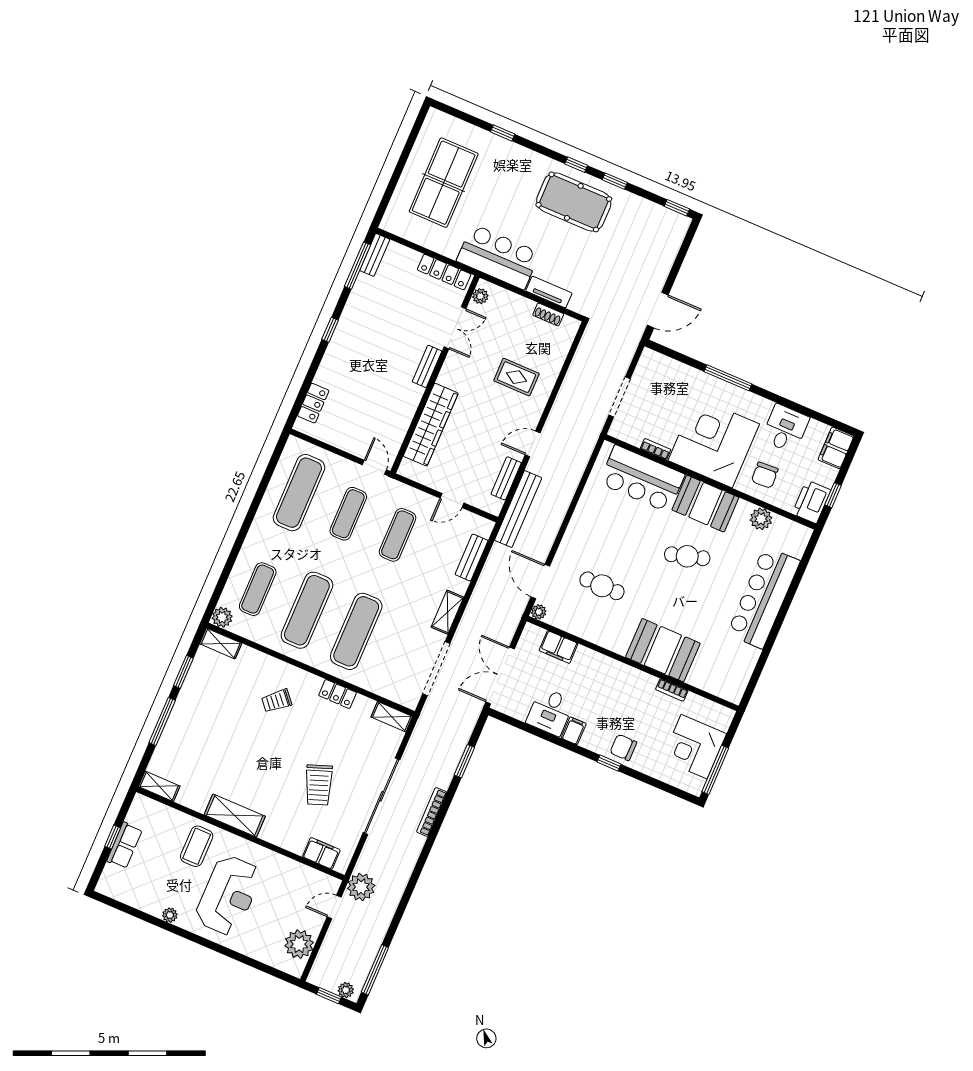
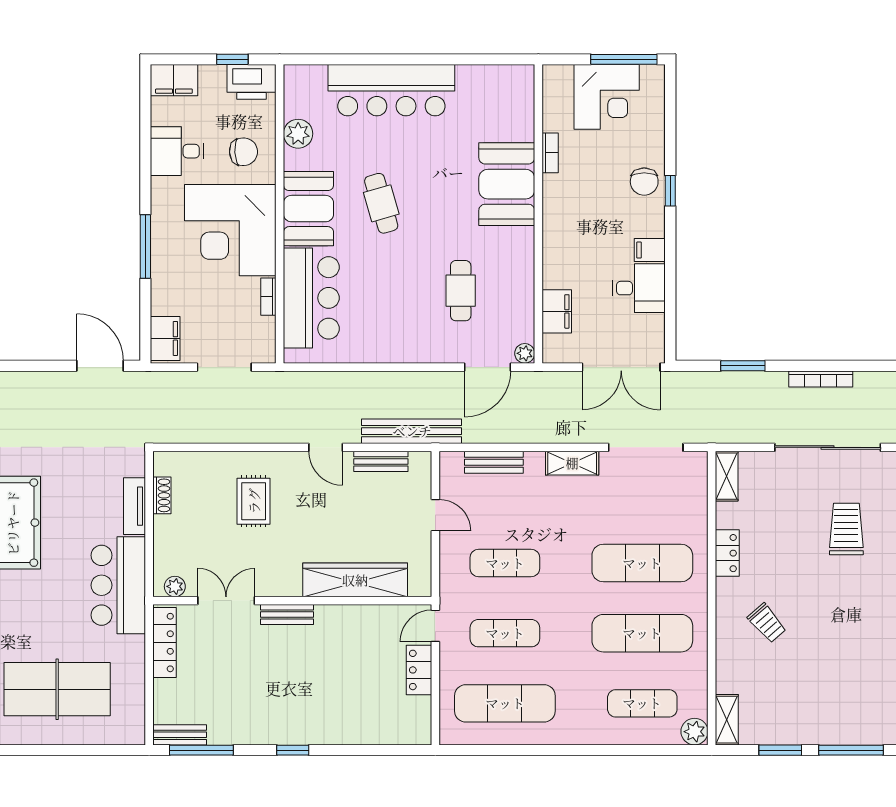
filing cabinet: (657, 364) -> (165, 338), added
locker: (313, 403) -> (419, 670), moved, turned -90
trolley: (319, 785) -> (846, 529), turned -70

